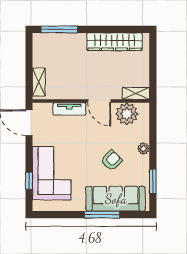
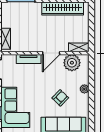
door: (99, 101) -> (51, 53), hinge flipped
window: (153, 181) -> (91, 114), removed

